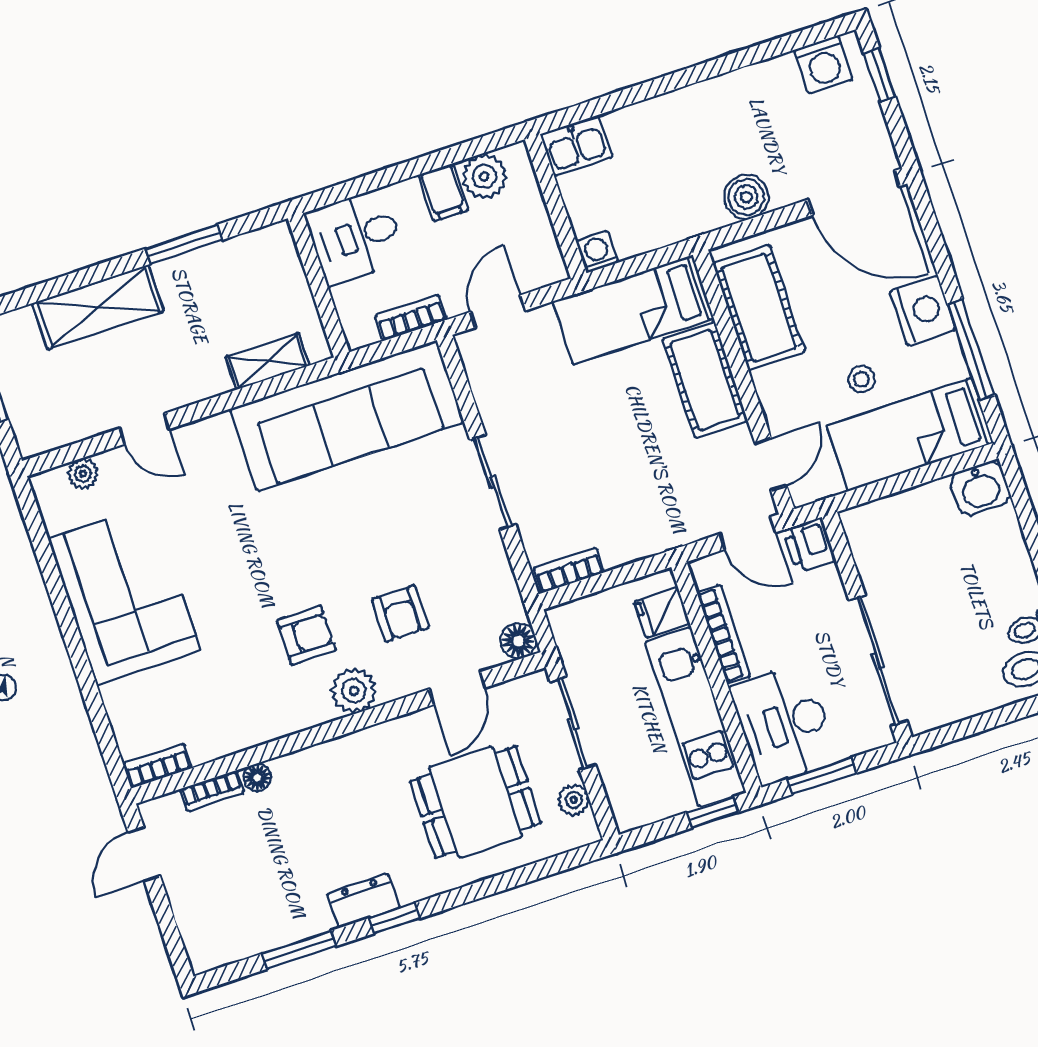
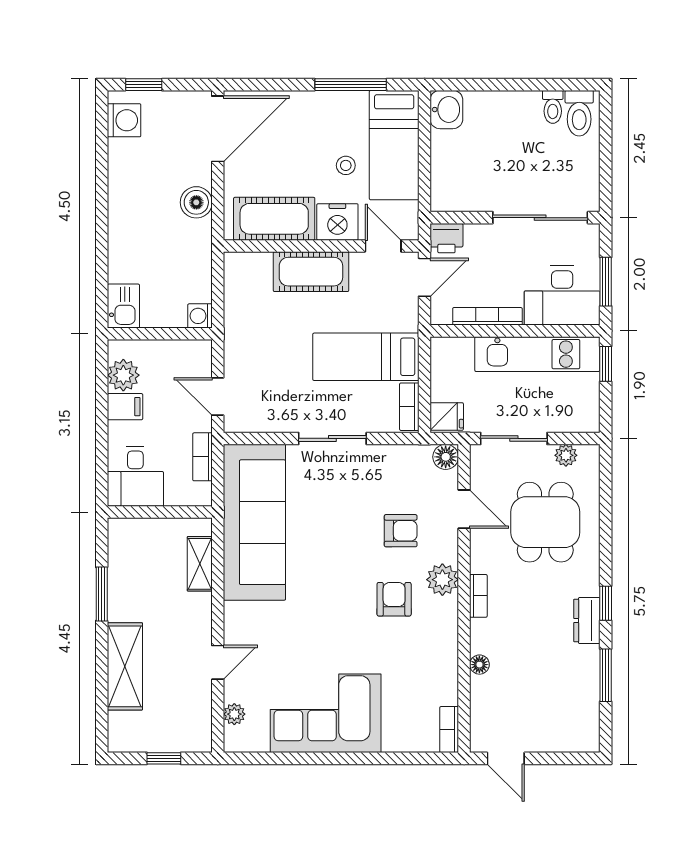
bed: (633, 310) -> (366, 357), moved, turned 90
nightstand: (922, 310) -> (337, 222), moved, turned 180
fridge: (662, 612) -> (447, 416), moved, turned -90
bookcase: (212, 791) -> (478, 596), moved

